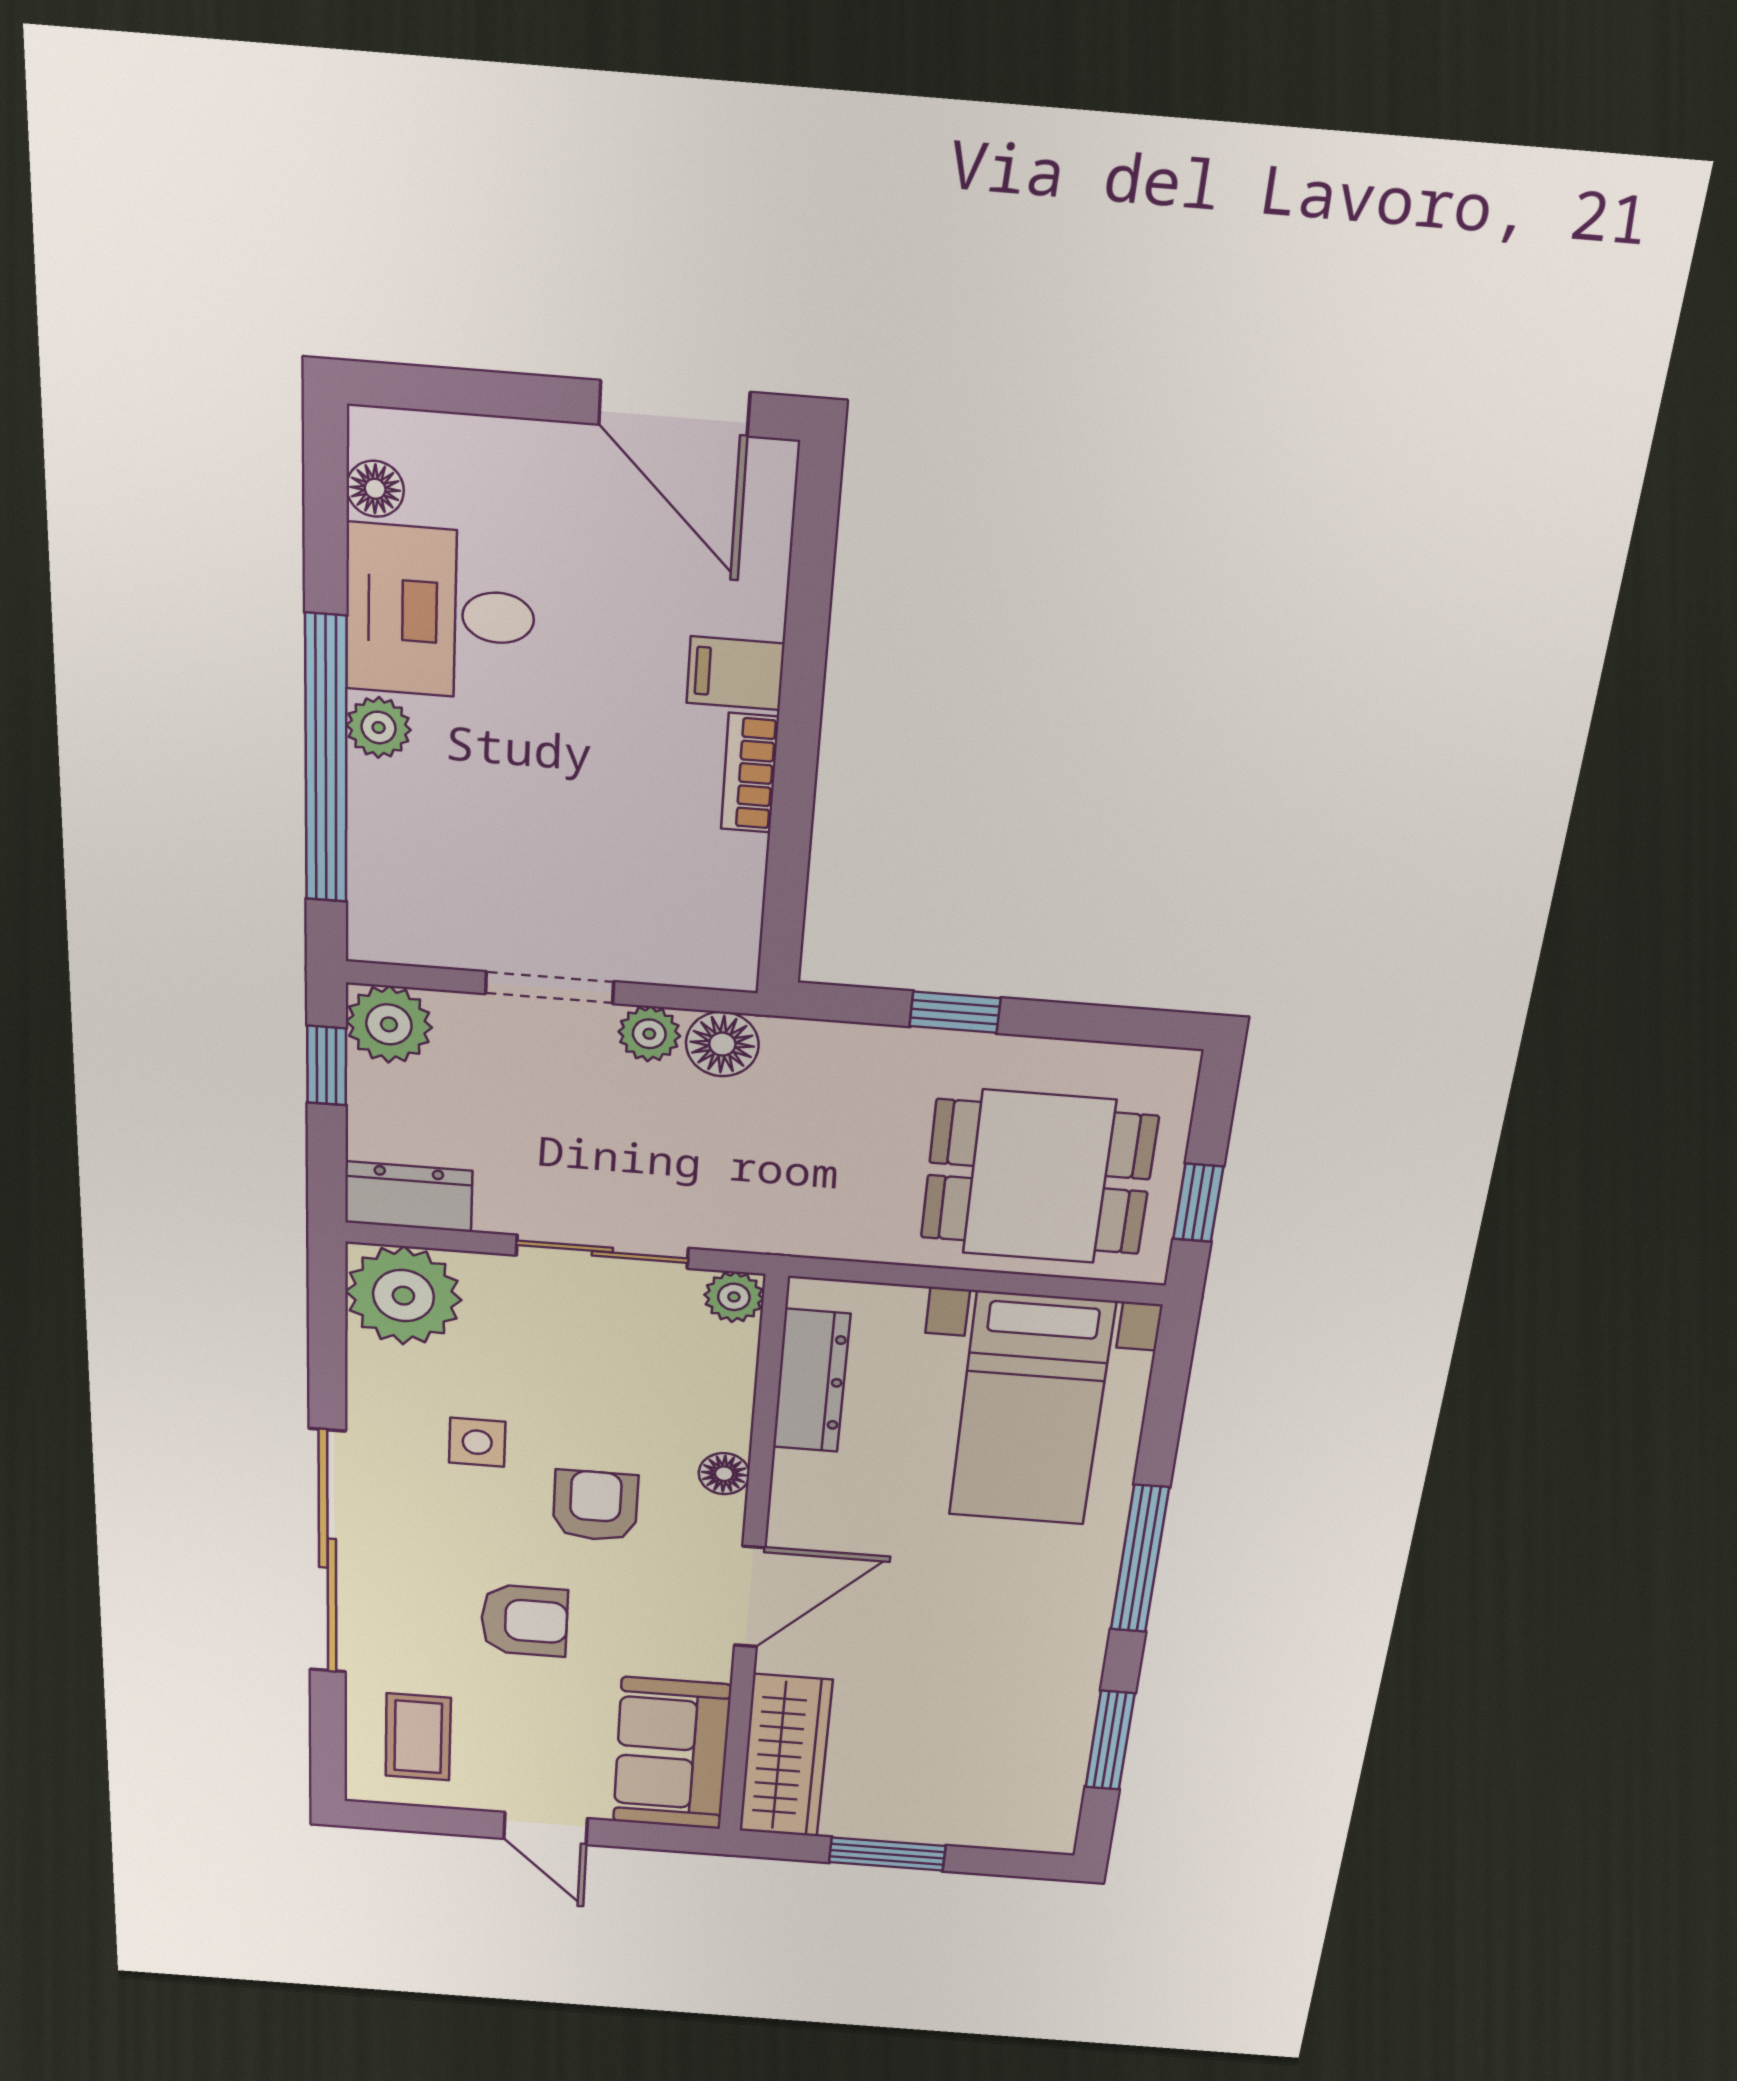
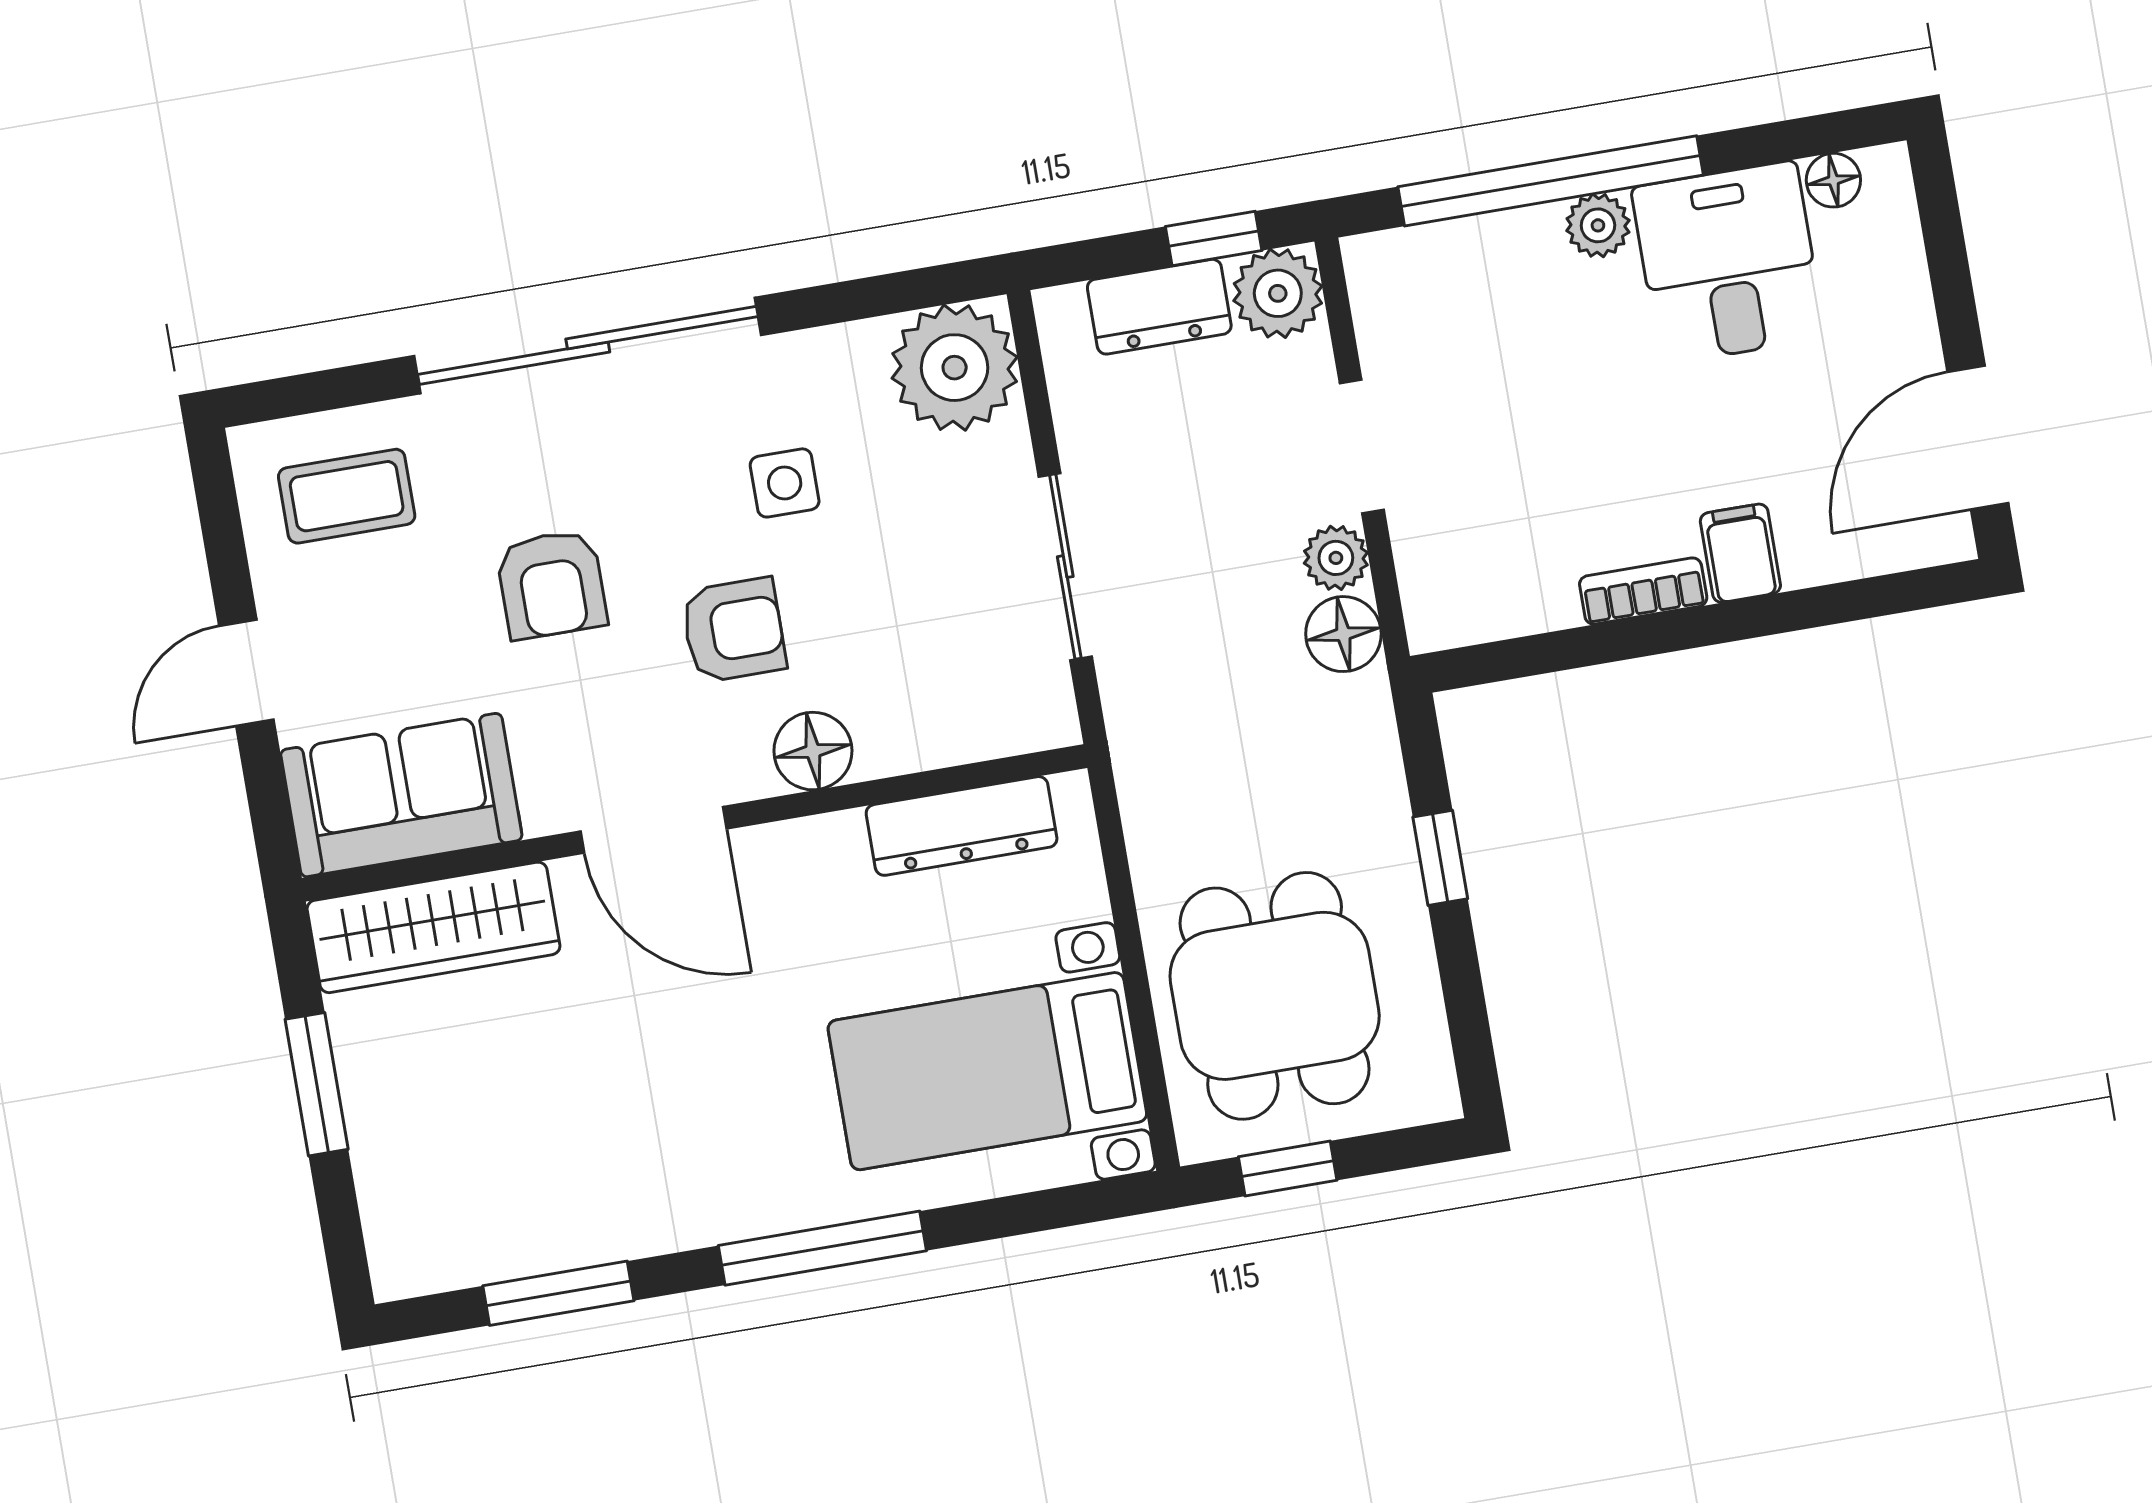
dresser: (409, 1197) -> (1159, 307), moved, turned 90
plant: (734, 1297) -> (1046, 718), removed
floor lamp: (724, 1474) -> (813, 751), width x1.37, depth x1.37

